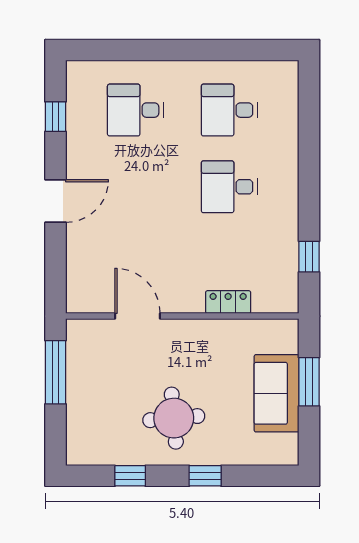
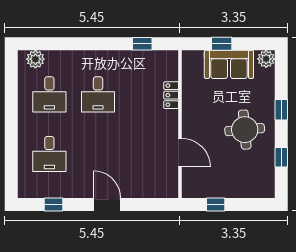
plant: (285, 88) -> (35, 59), added
door: (137, 316) -> (180, 153), swing flipped
window: (56, 372) -> (216, 204), width x0.46
window: (309, 382) -> (222, 44), width x0.67
plant: (285, 452) -> (266, 59), added

